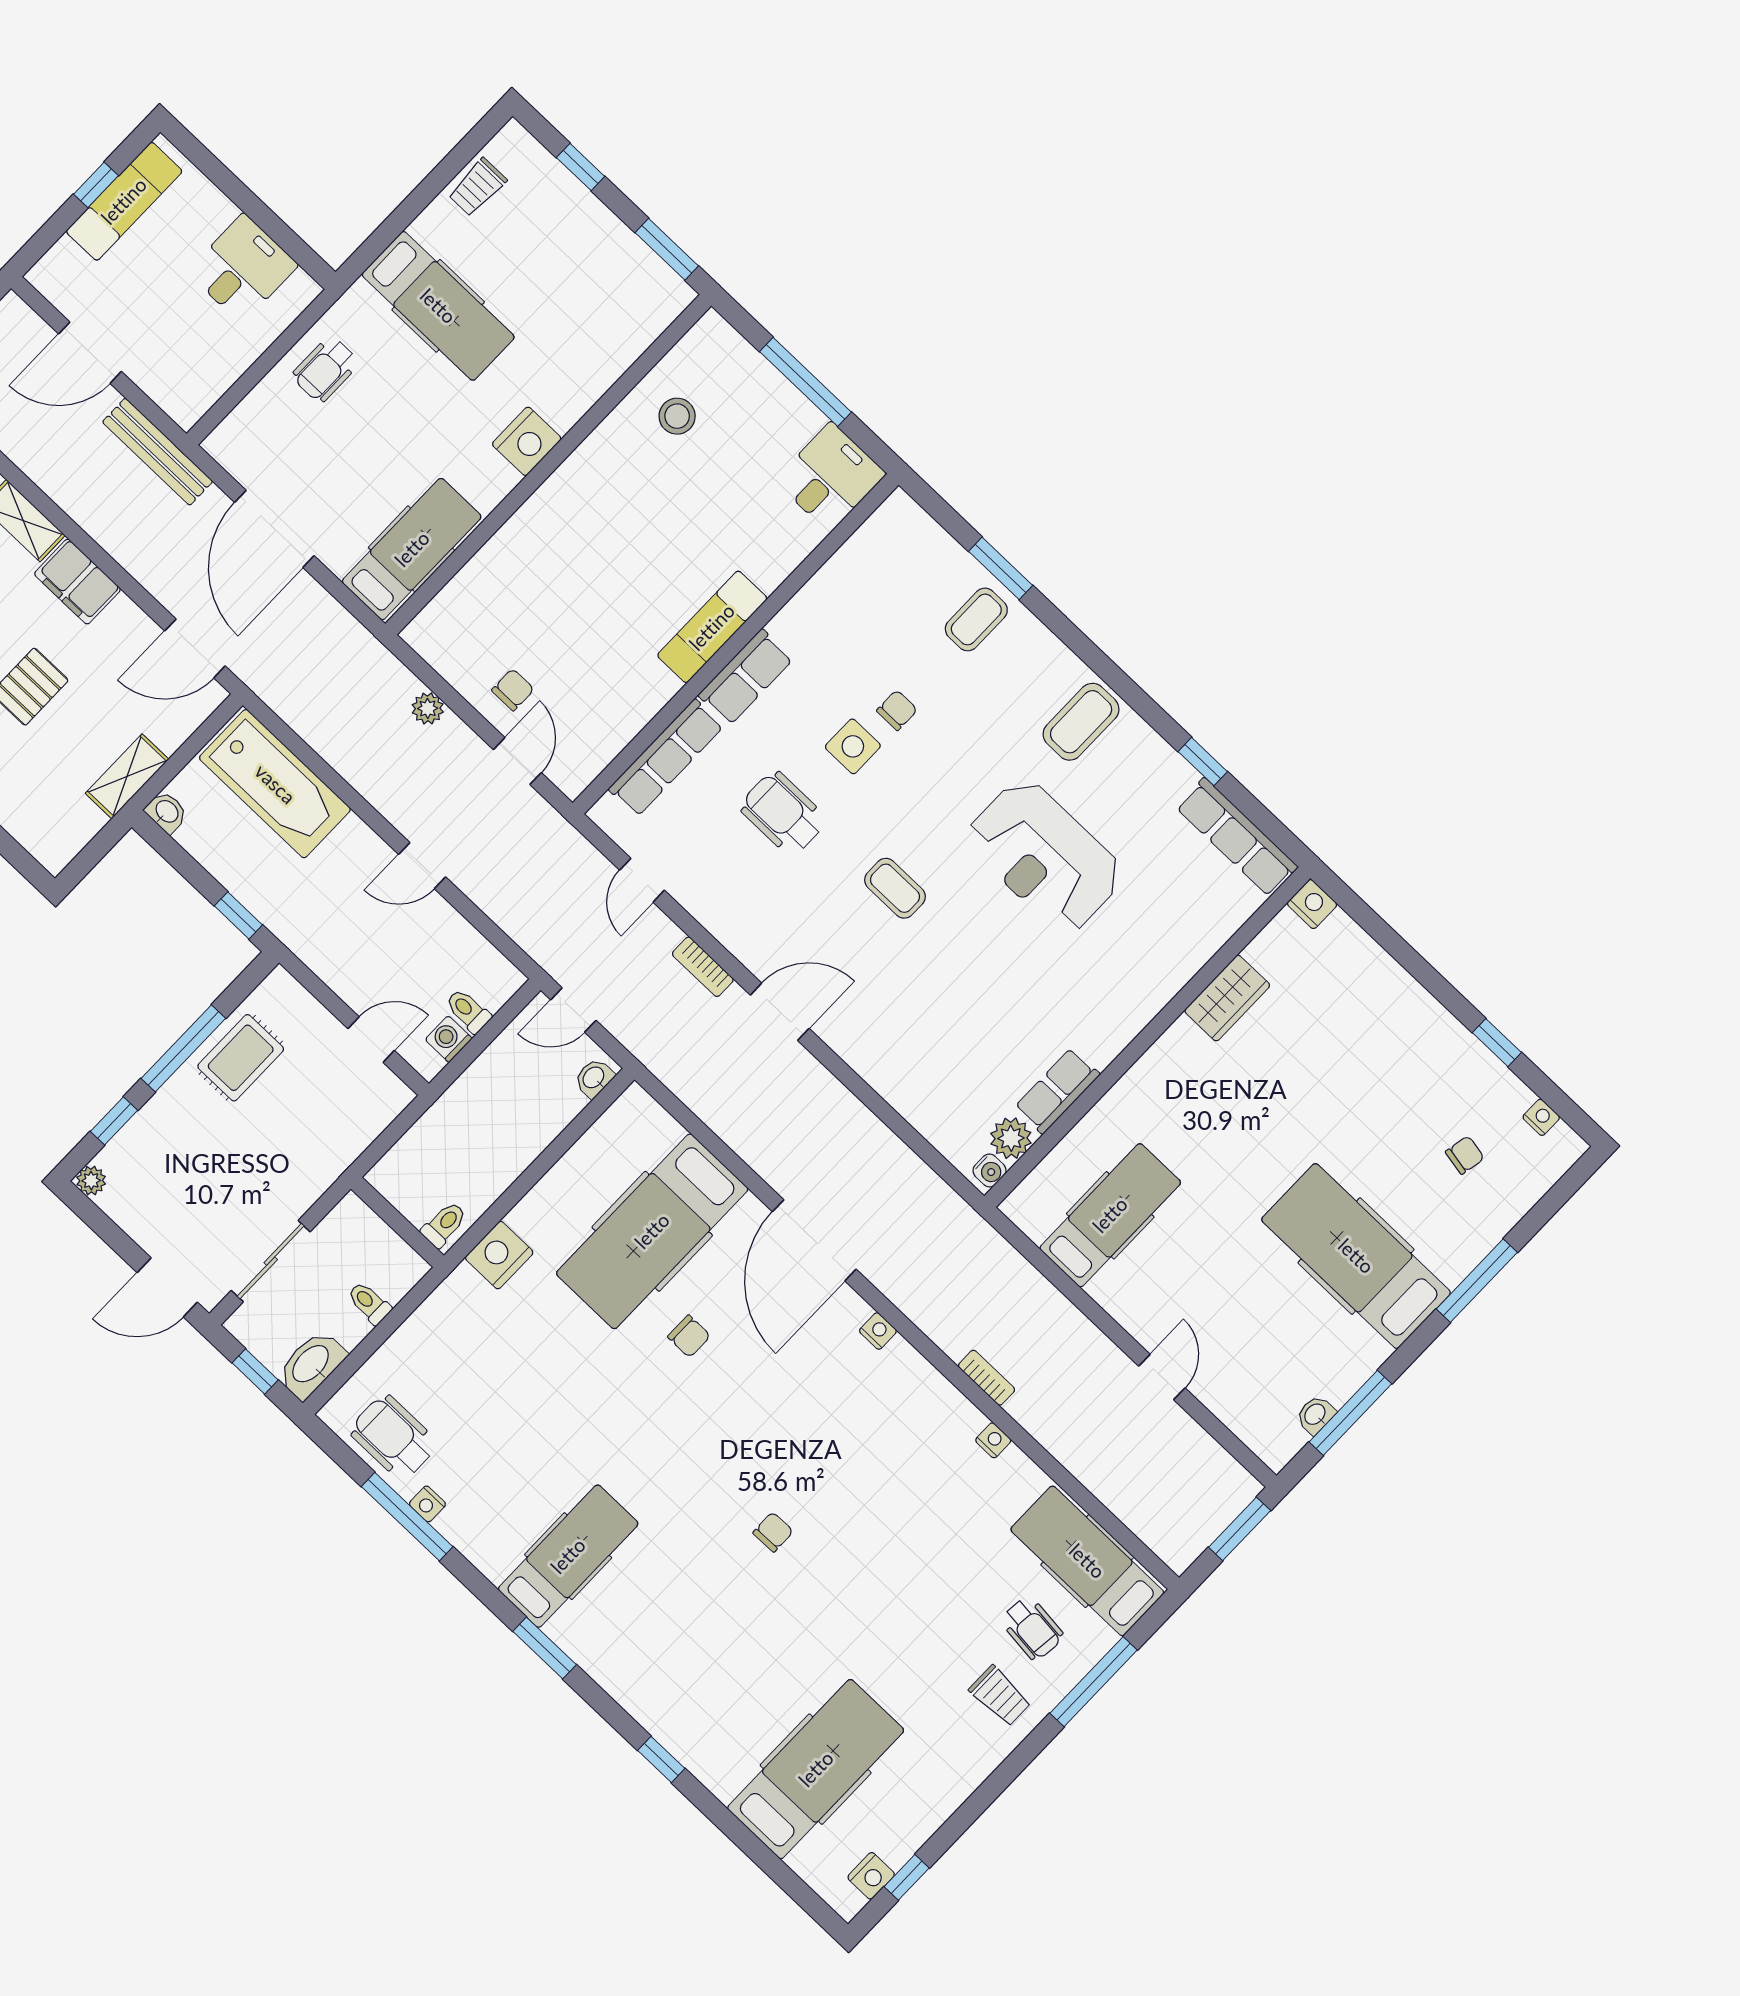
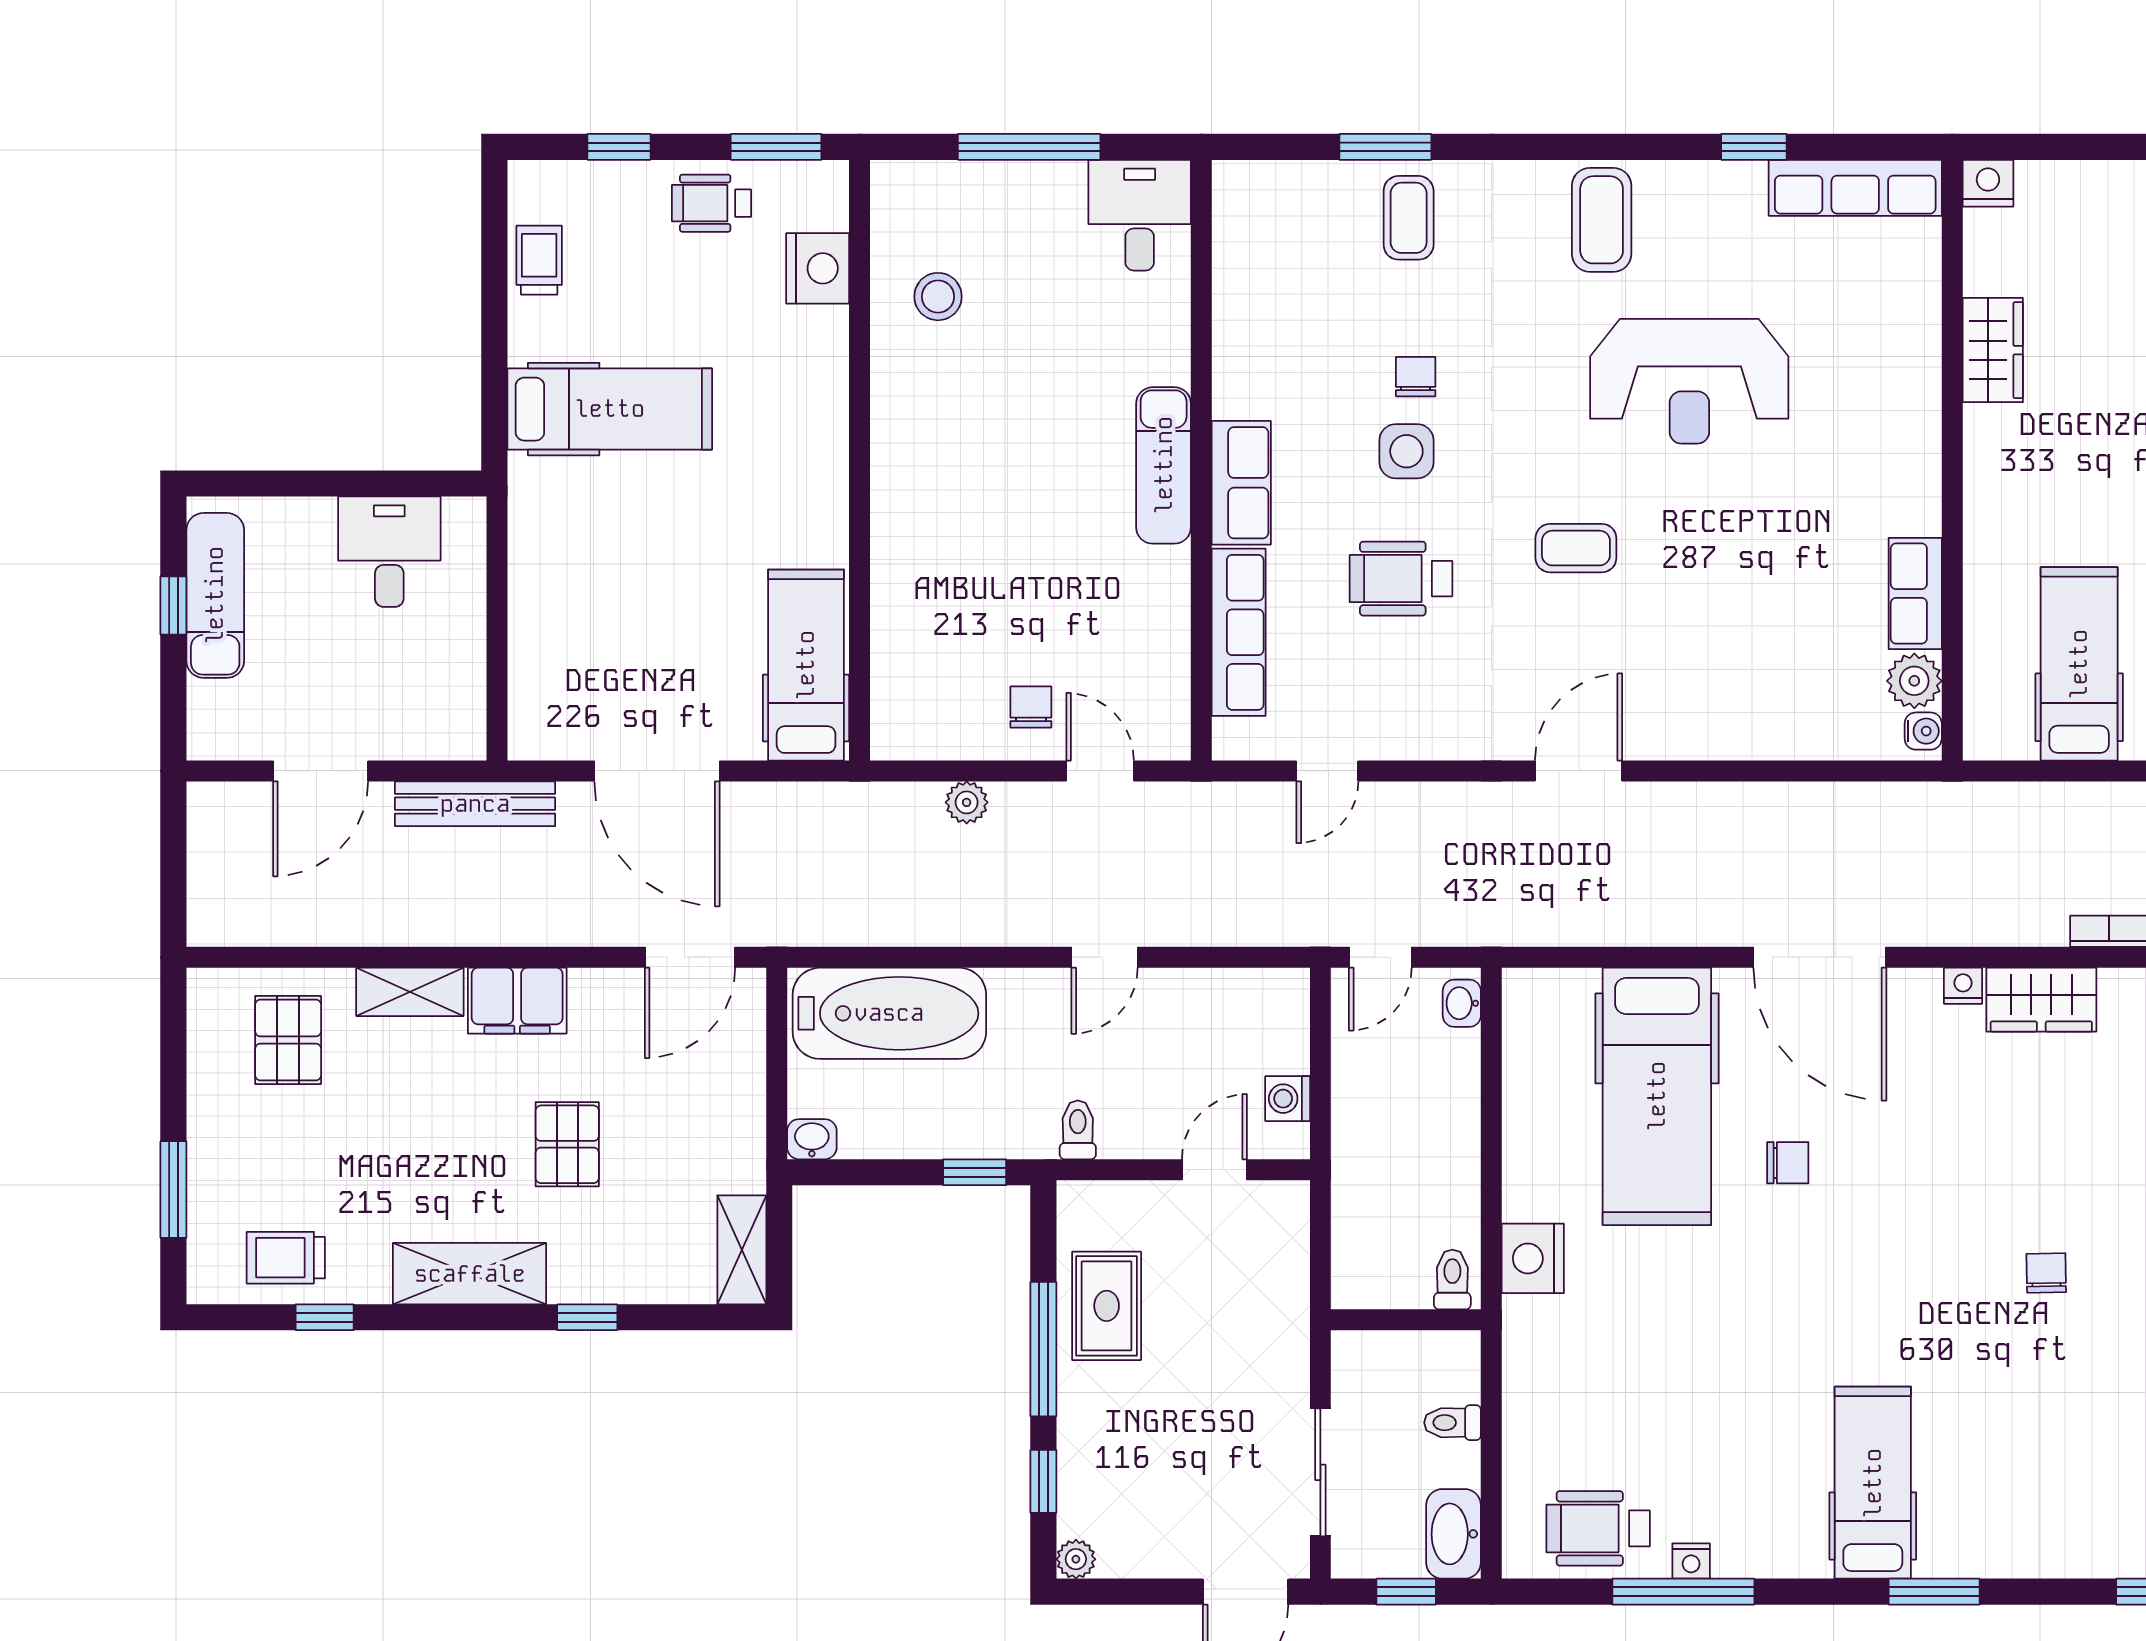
trolley: (477, 187) -> (539, 260), turned 180
wheelchair: (325, 369) -> (712, 203), moved, turned 90
nightstand: (527, 441) -> (818, 268), moved
shelving: (127, 776) -> (742, 1250), moved
door: (642, 880) -> (1327, 771), hinge flipped
bookcase: (703, 967) -> (1464, 798), removed
toilet: (468, 1011) -> (1078, 1130), moved, turned 90
wardrobe: (914, 1380) -> (2041, 1000), added

